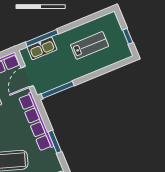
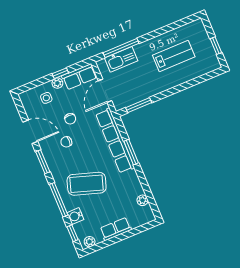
window: (58, 90) -> (139, 105), width x0.69
window: (55, 142) -> (131, 152), moved

